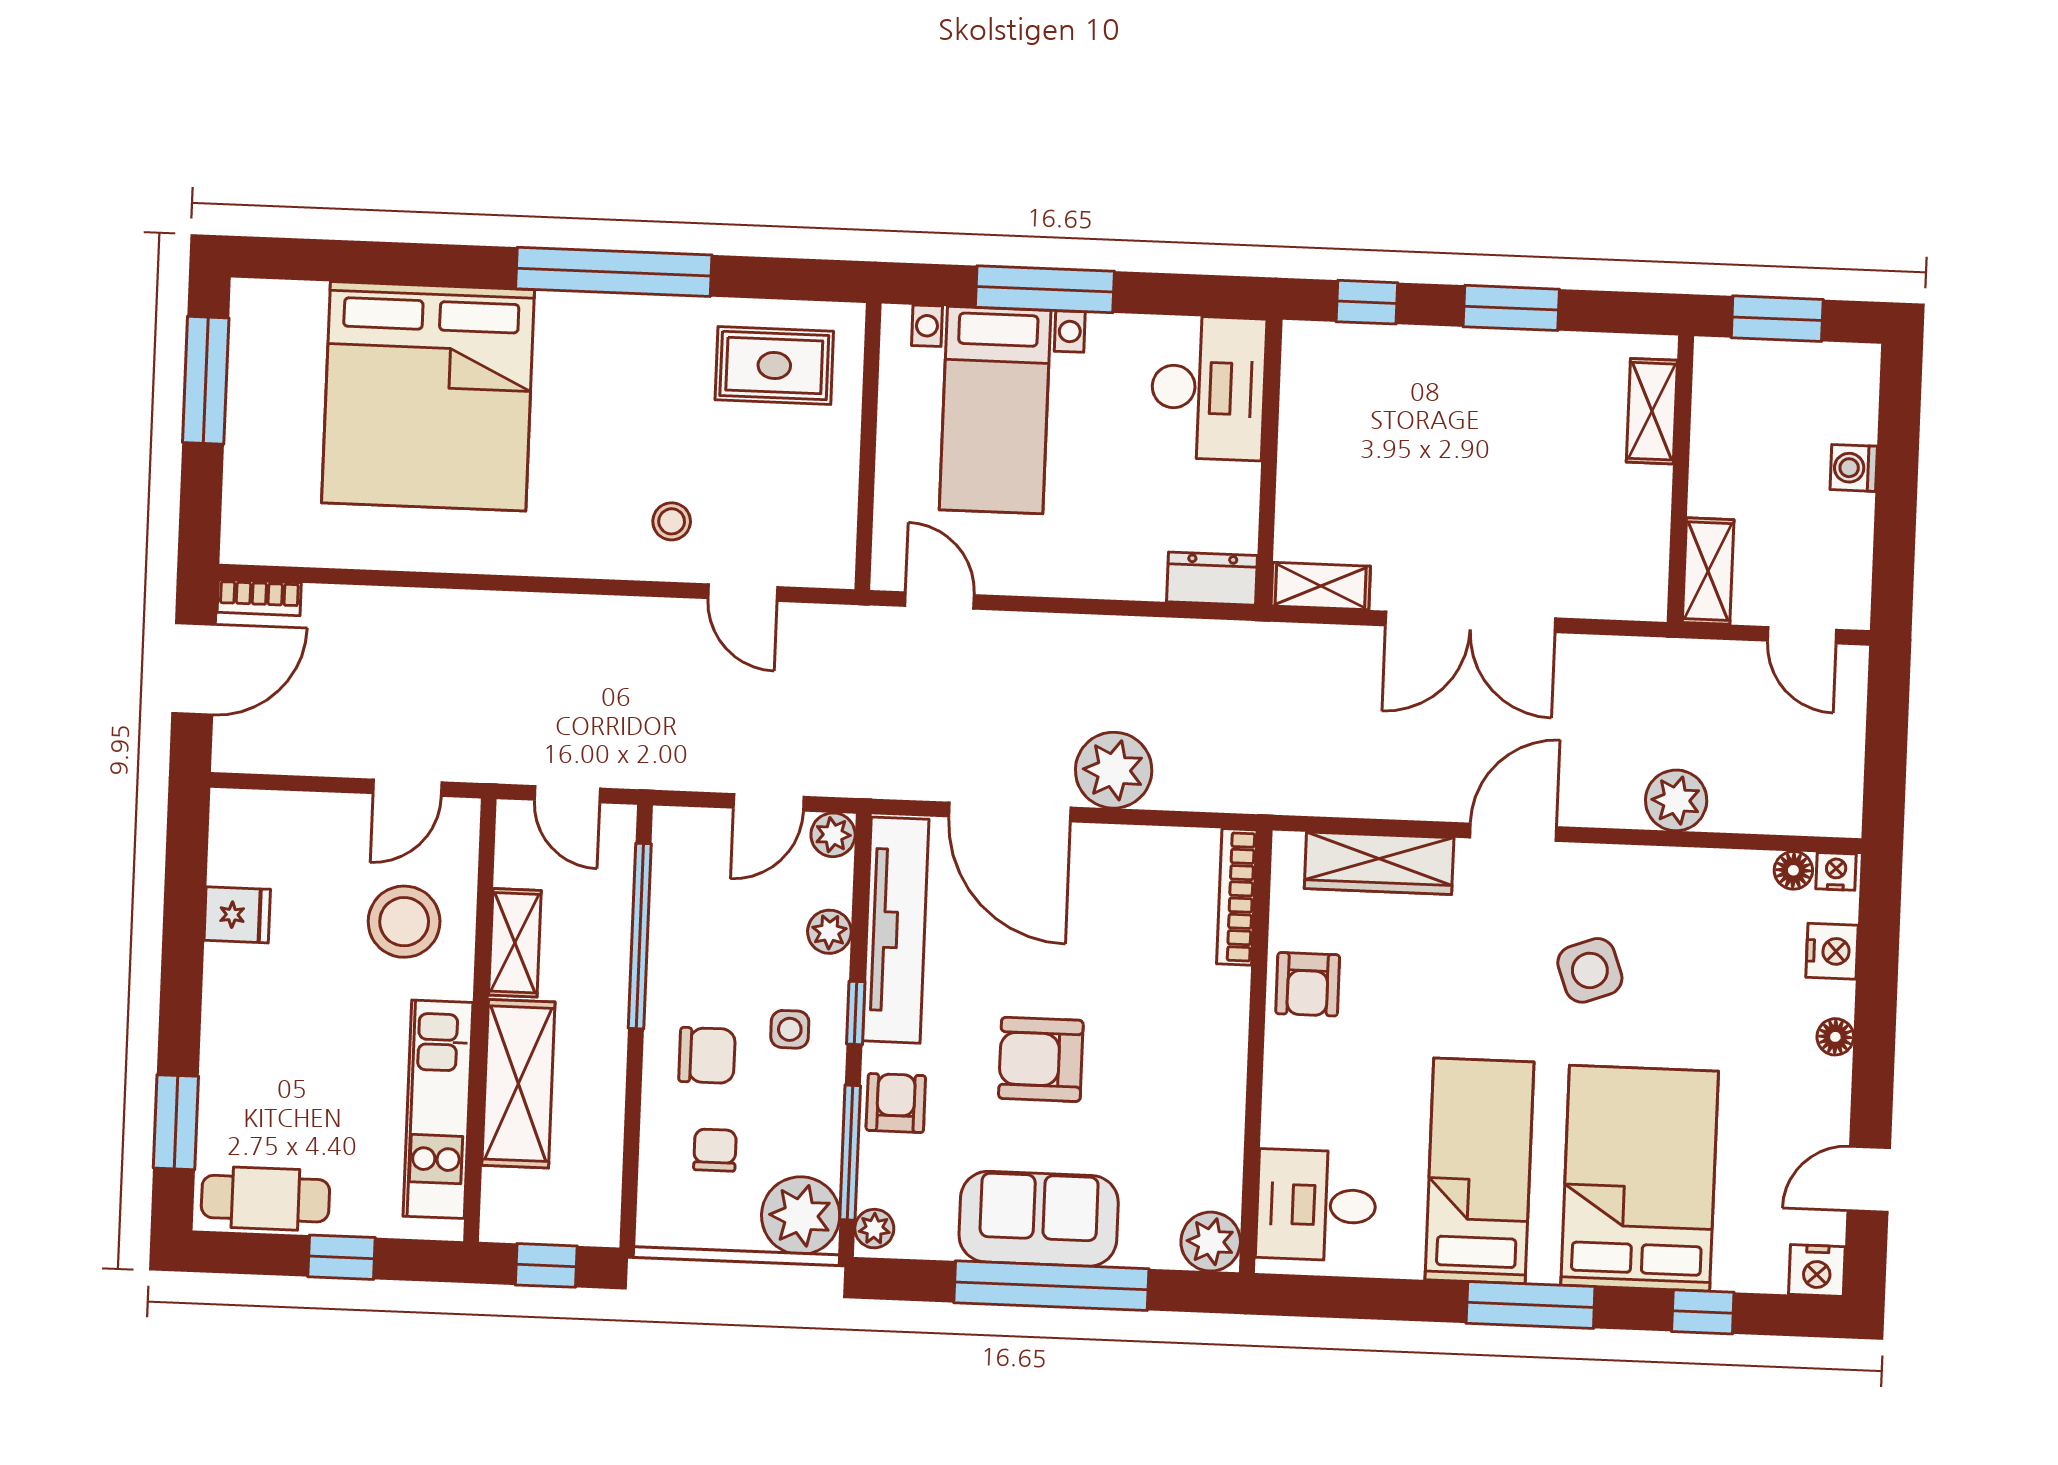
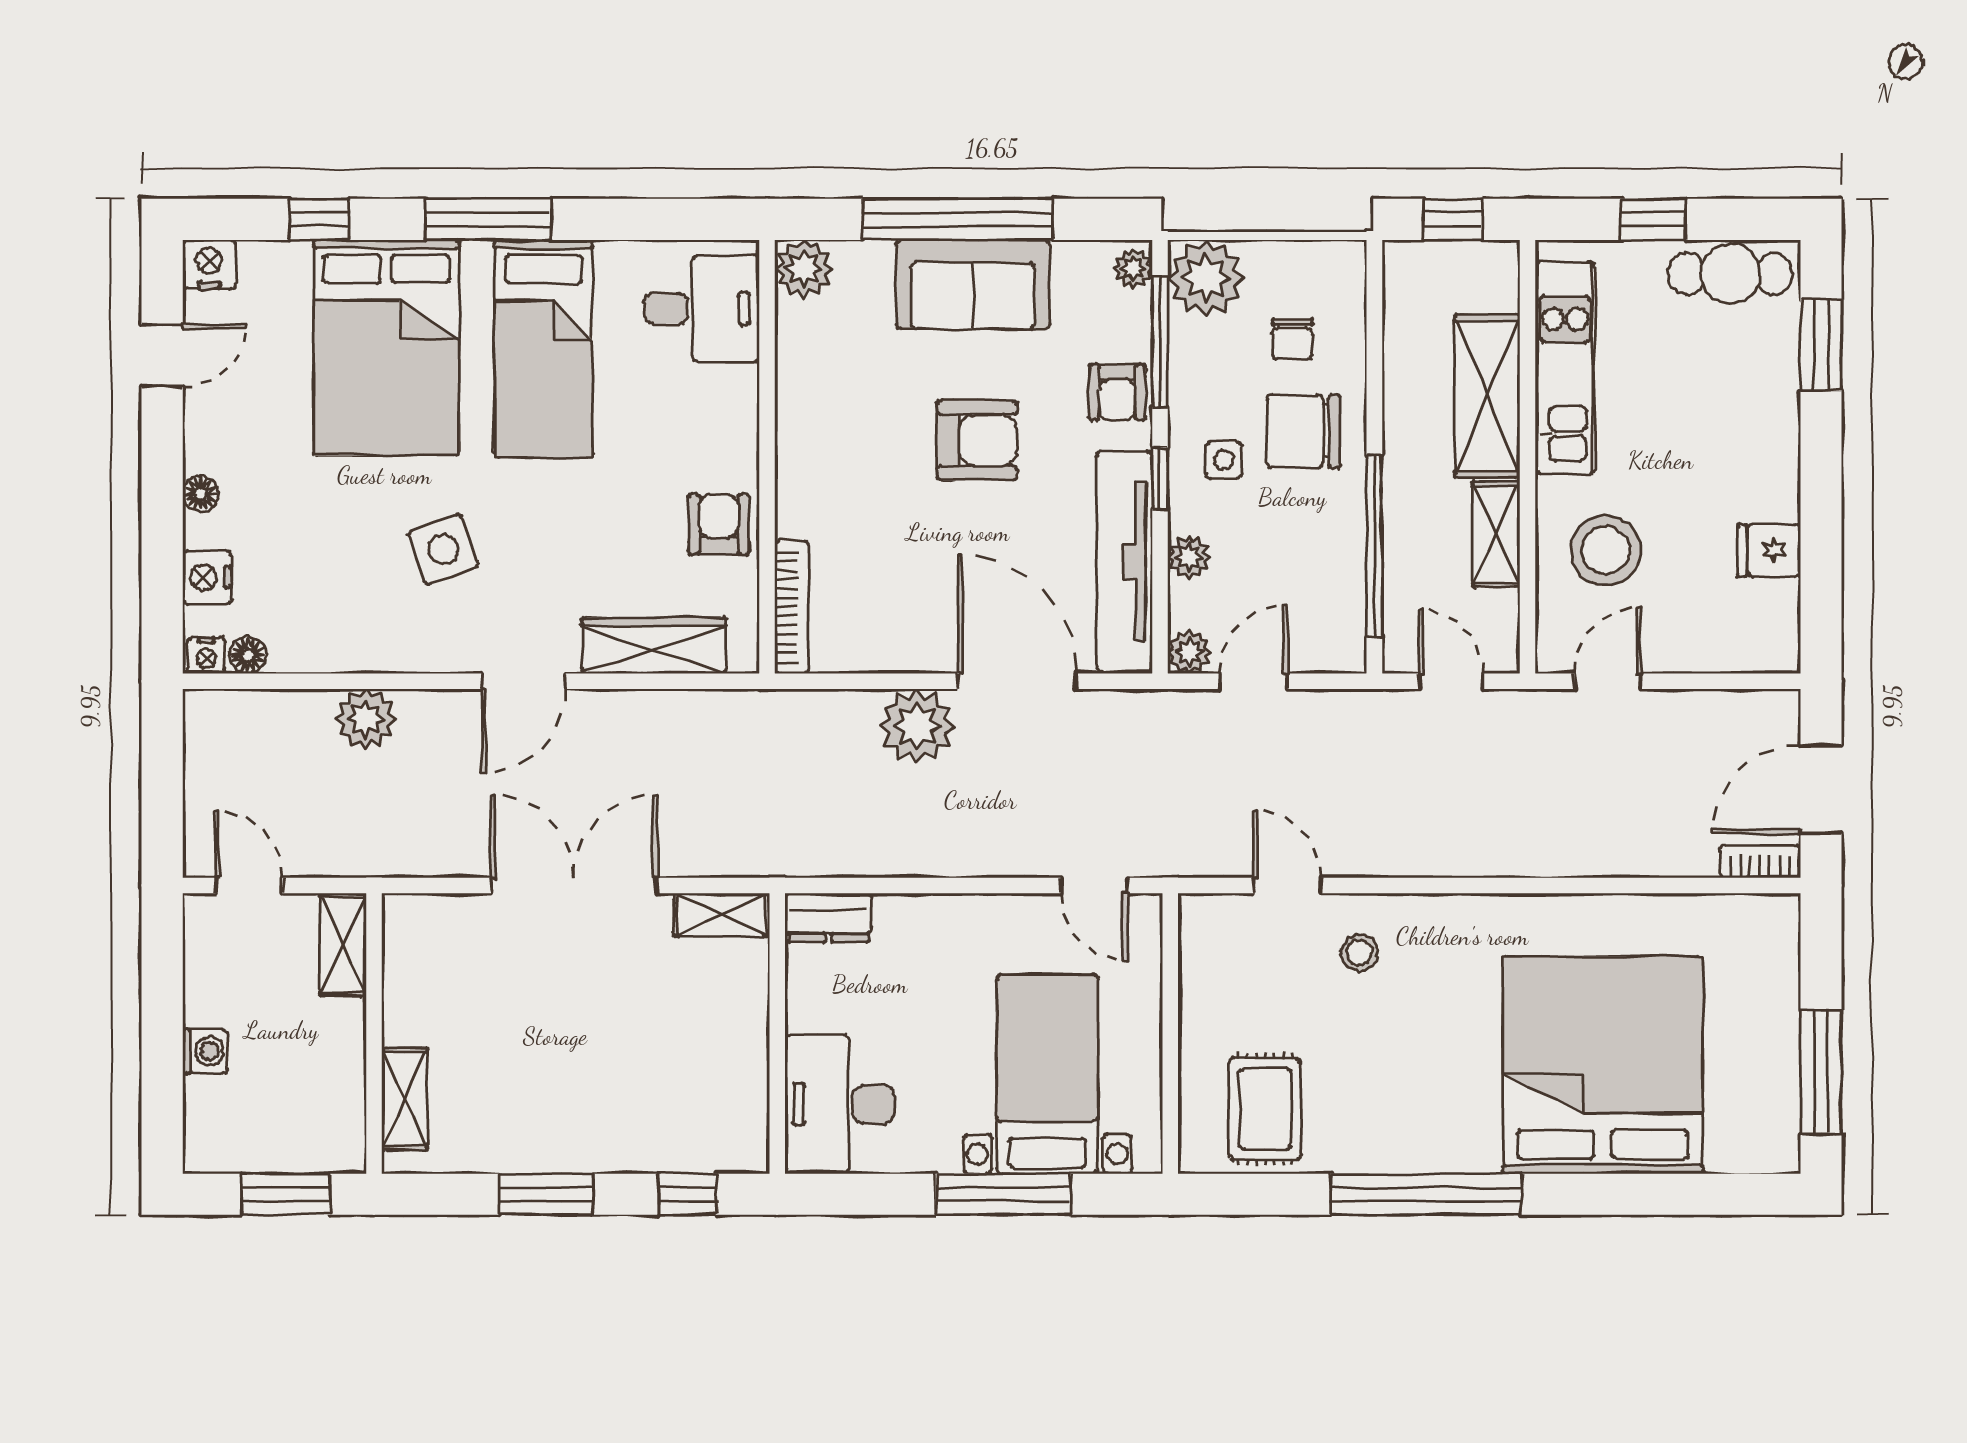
rug: (774, 366) -> (1265, 1109), turned 90
chair: (707, 1055) -> (1304, 431), width x1.37, depth x1.37

